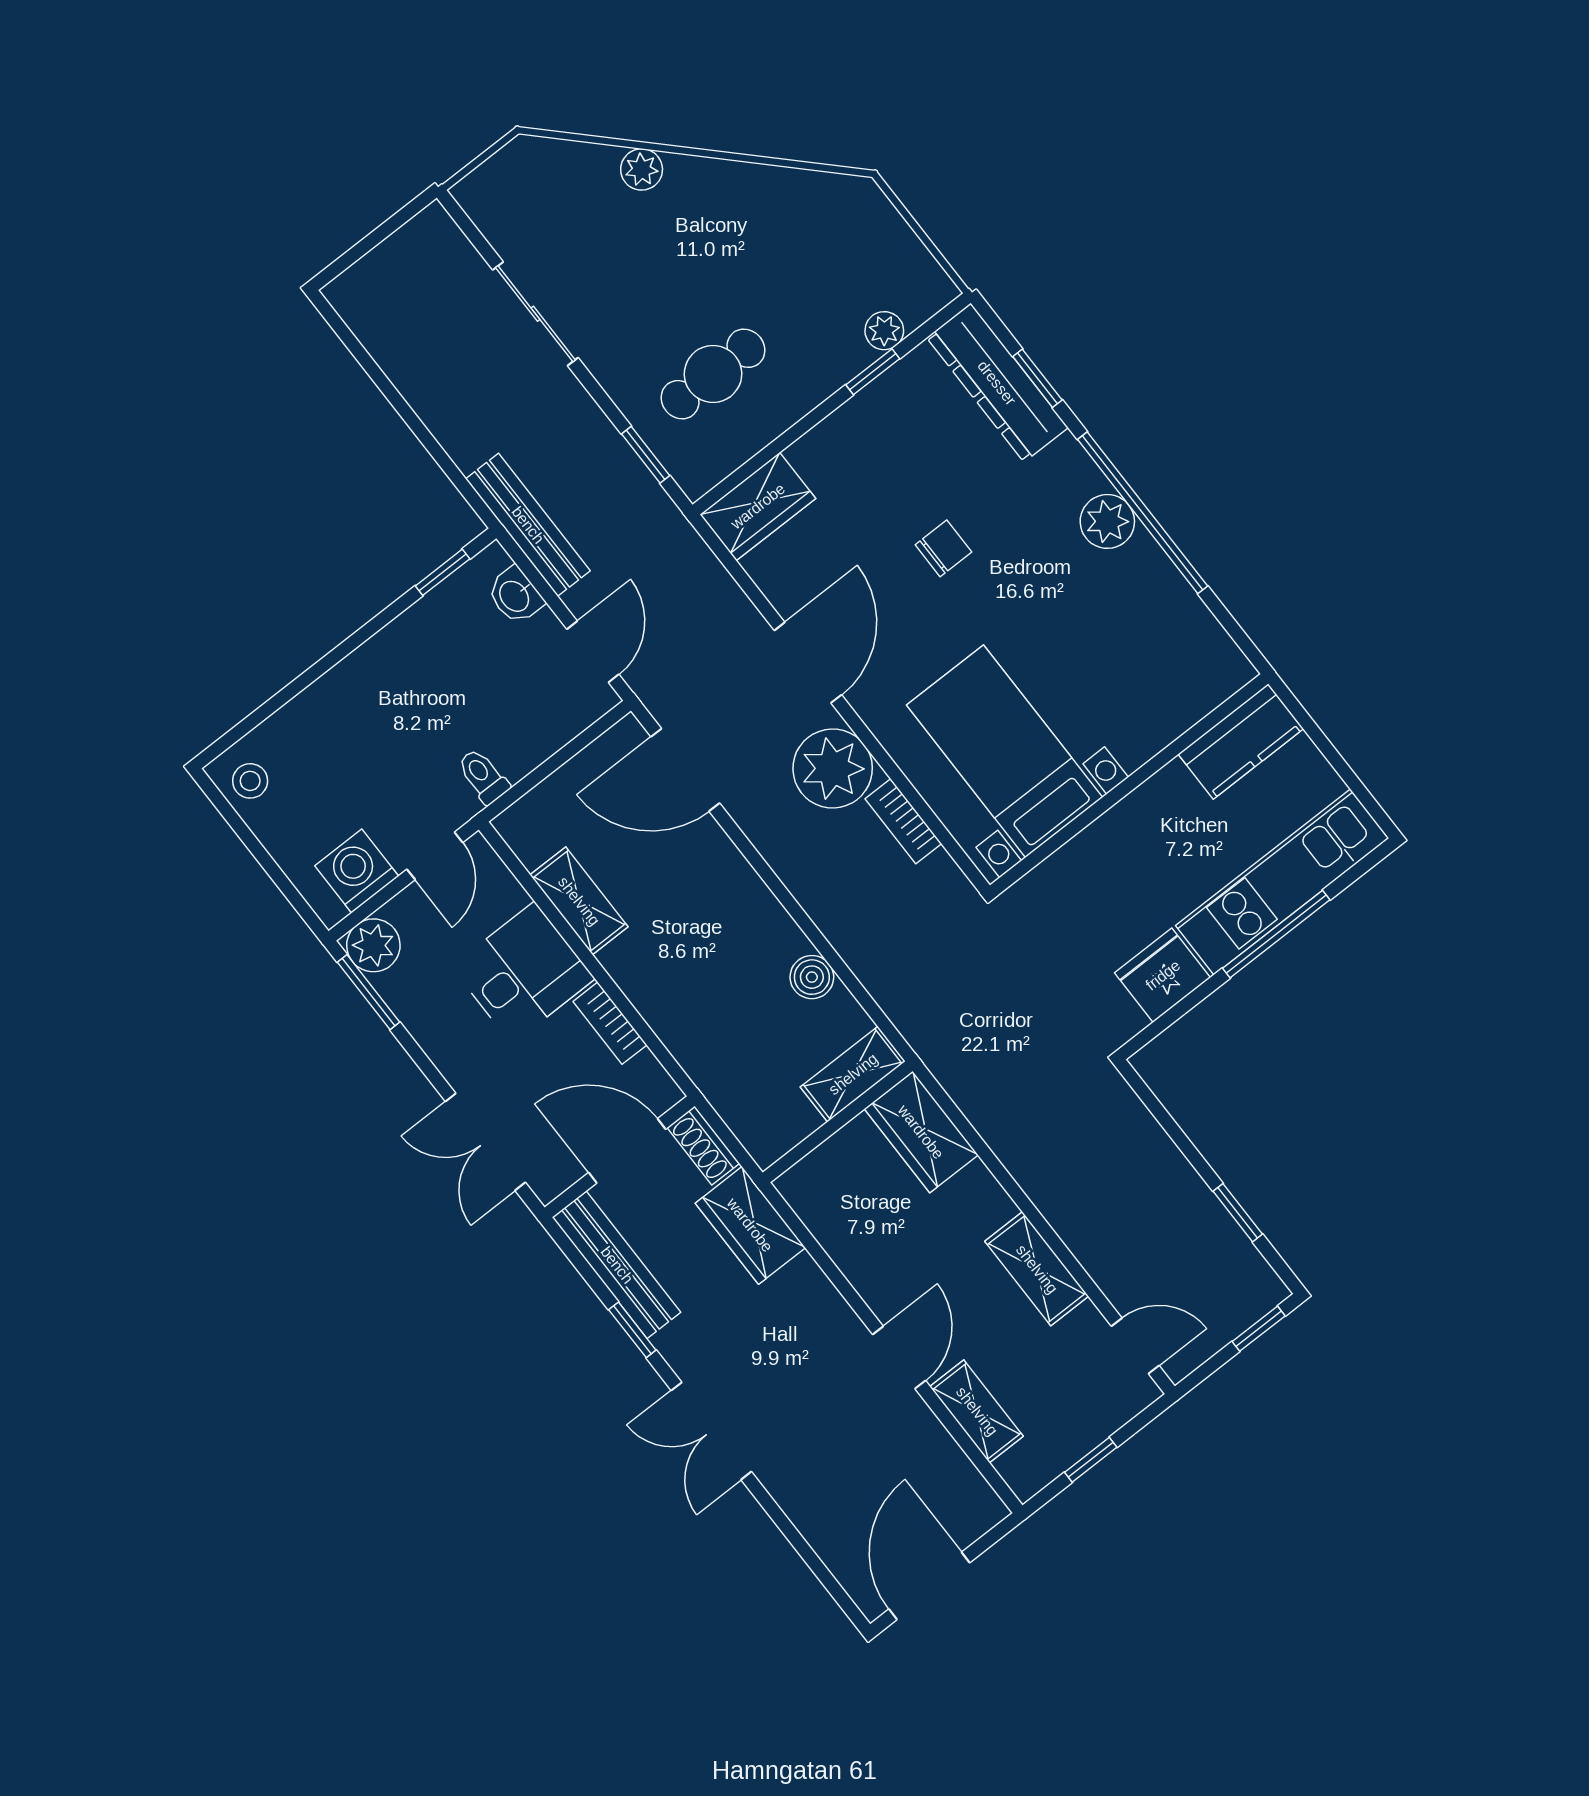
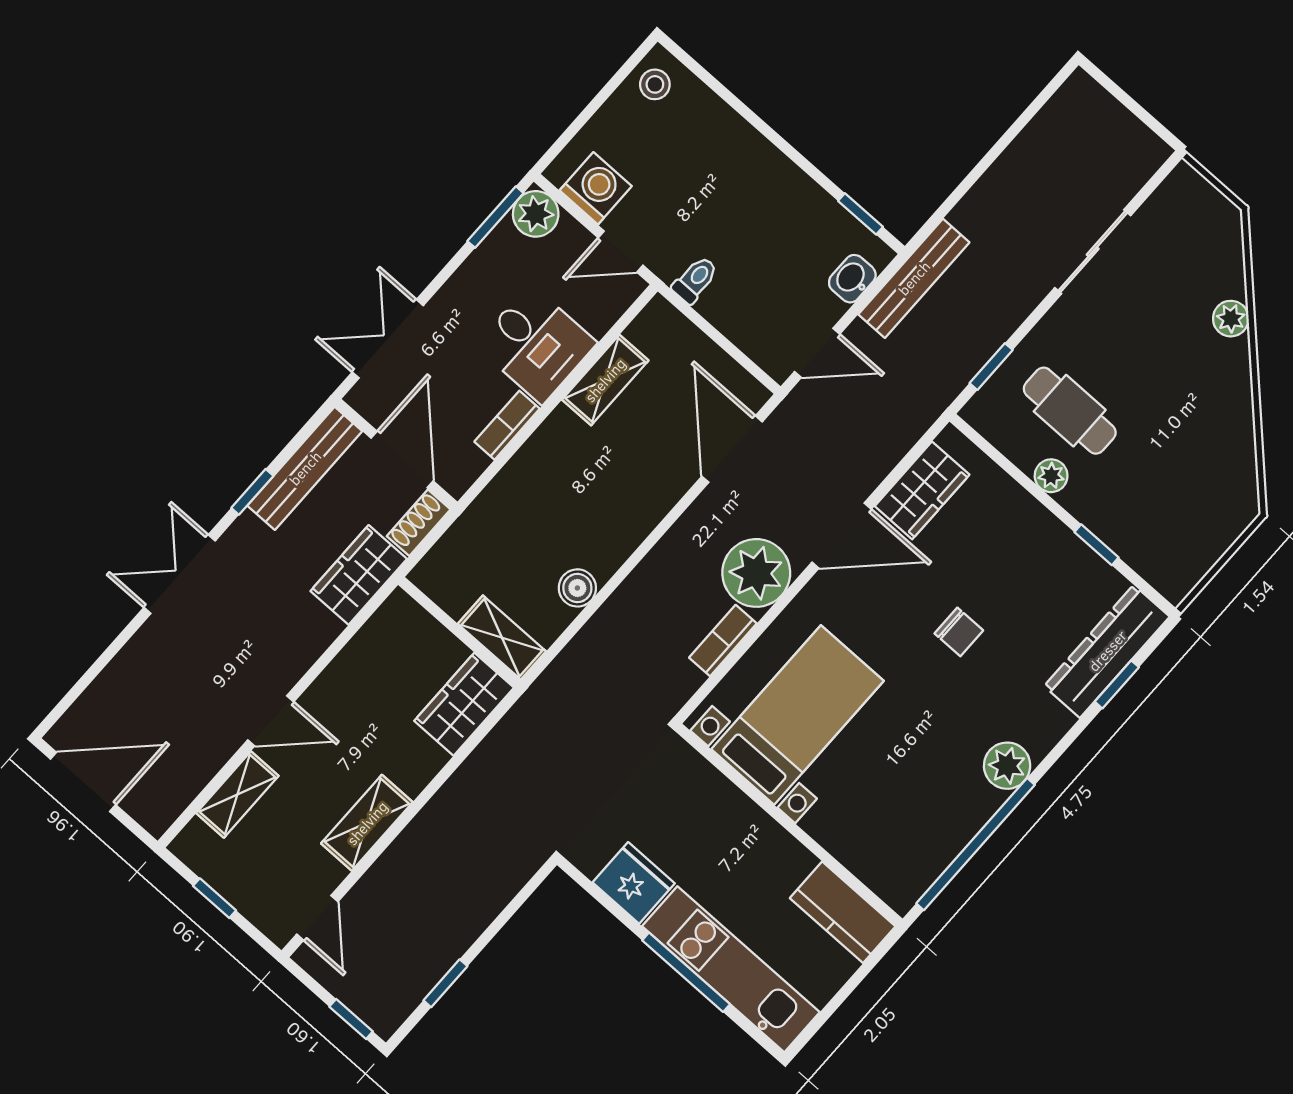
plant: (884, 331) -> (1051, 476), moved
wardrobe: (758, 506) -> (922, 490), moved, turned -90
window: (1143, 513) -> (976, 844), moved

